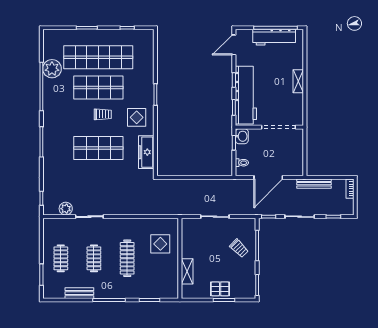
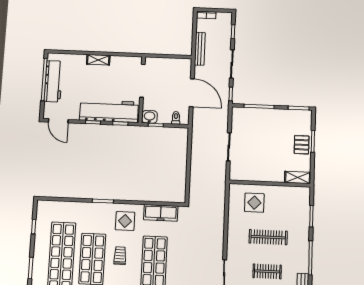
trolley: (239, 248) -> (261, 124), removed
shelving: (187, 271) -> (298, 177), moved

